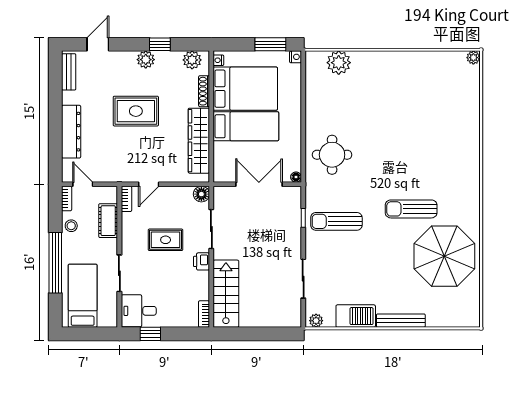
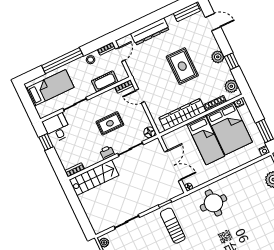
rug: (166, 240) -> (110, 123), turned 90

